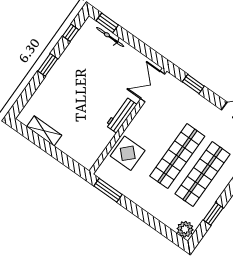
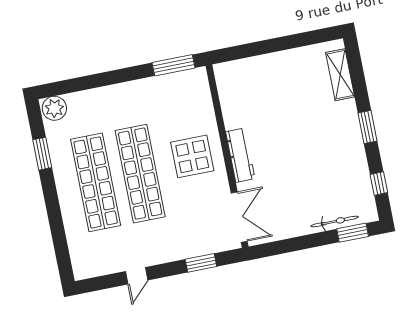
shelving: (44, 131) -> (340, 75), moved, turned 90
display table: (128, 153) -> (192, 156), moved

